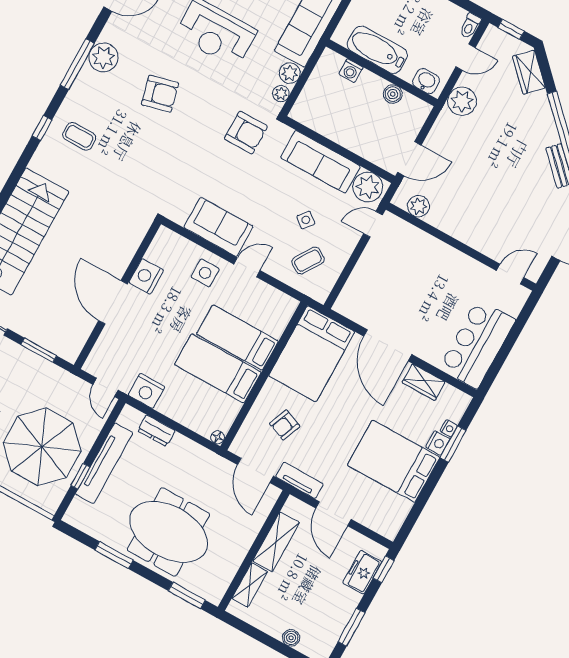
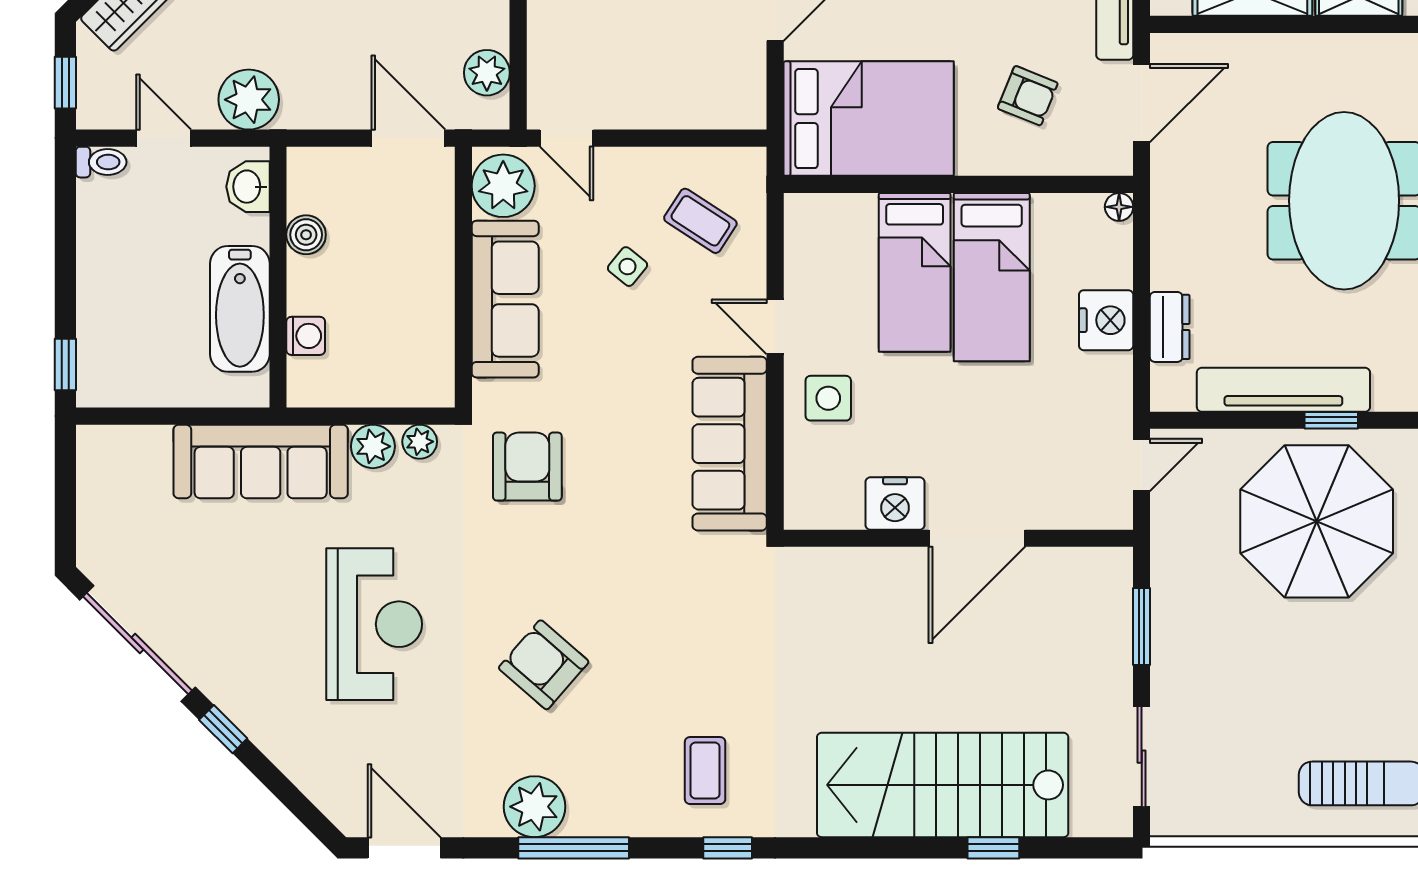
armchair: (160, 94) -> (544, 665), turned -35
sofa: (219, 227) -> (730, 444), width x1.36
nightstand: (146, 391) -> (1106, 320), moved

